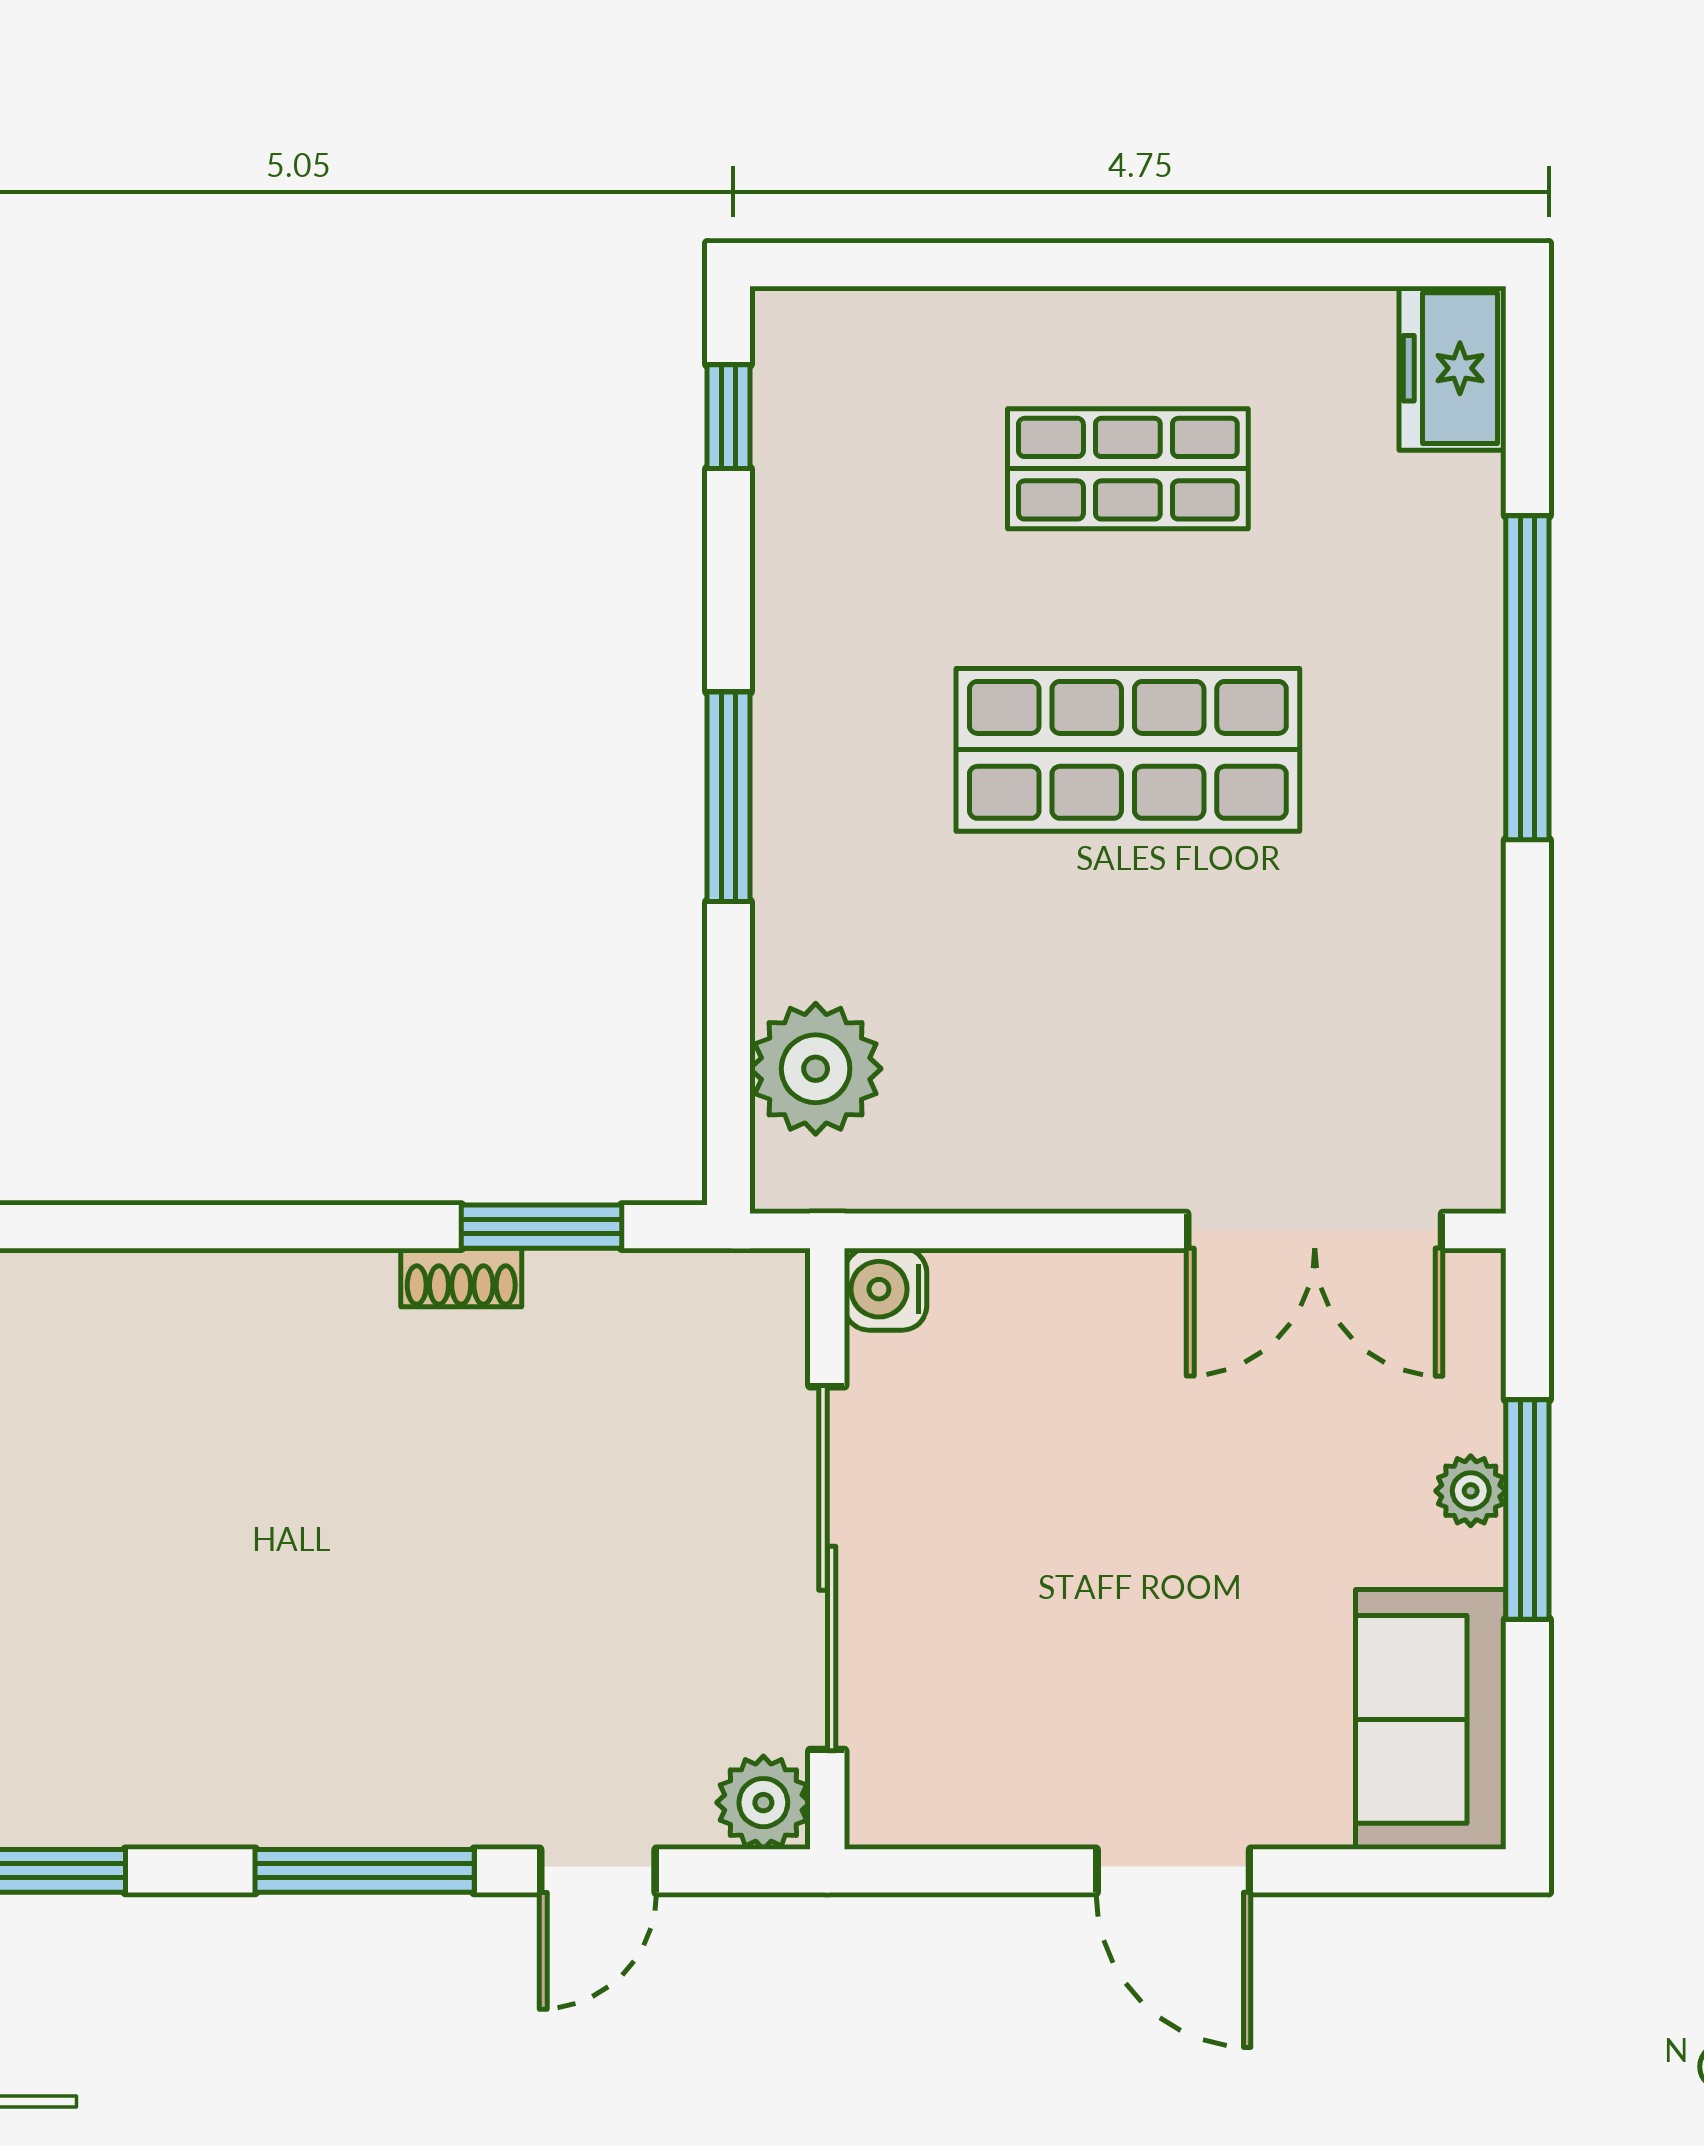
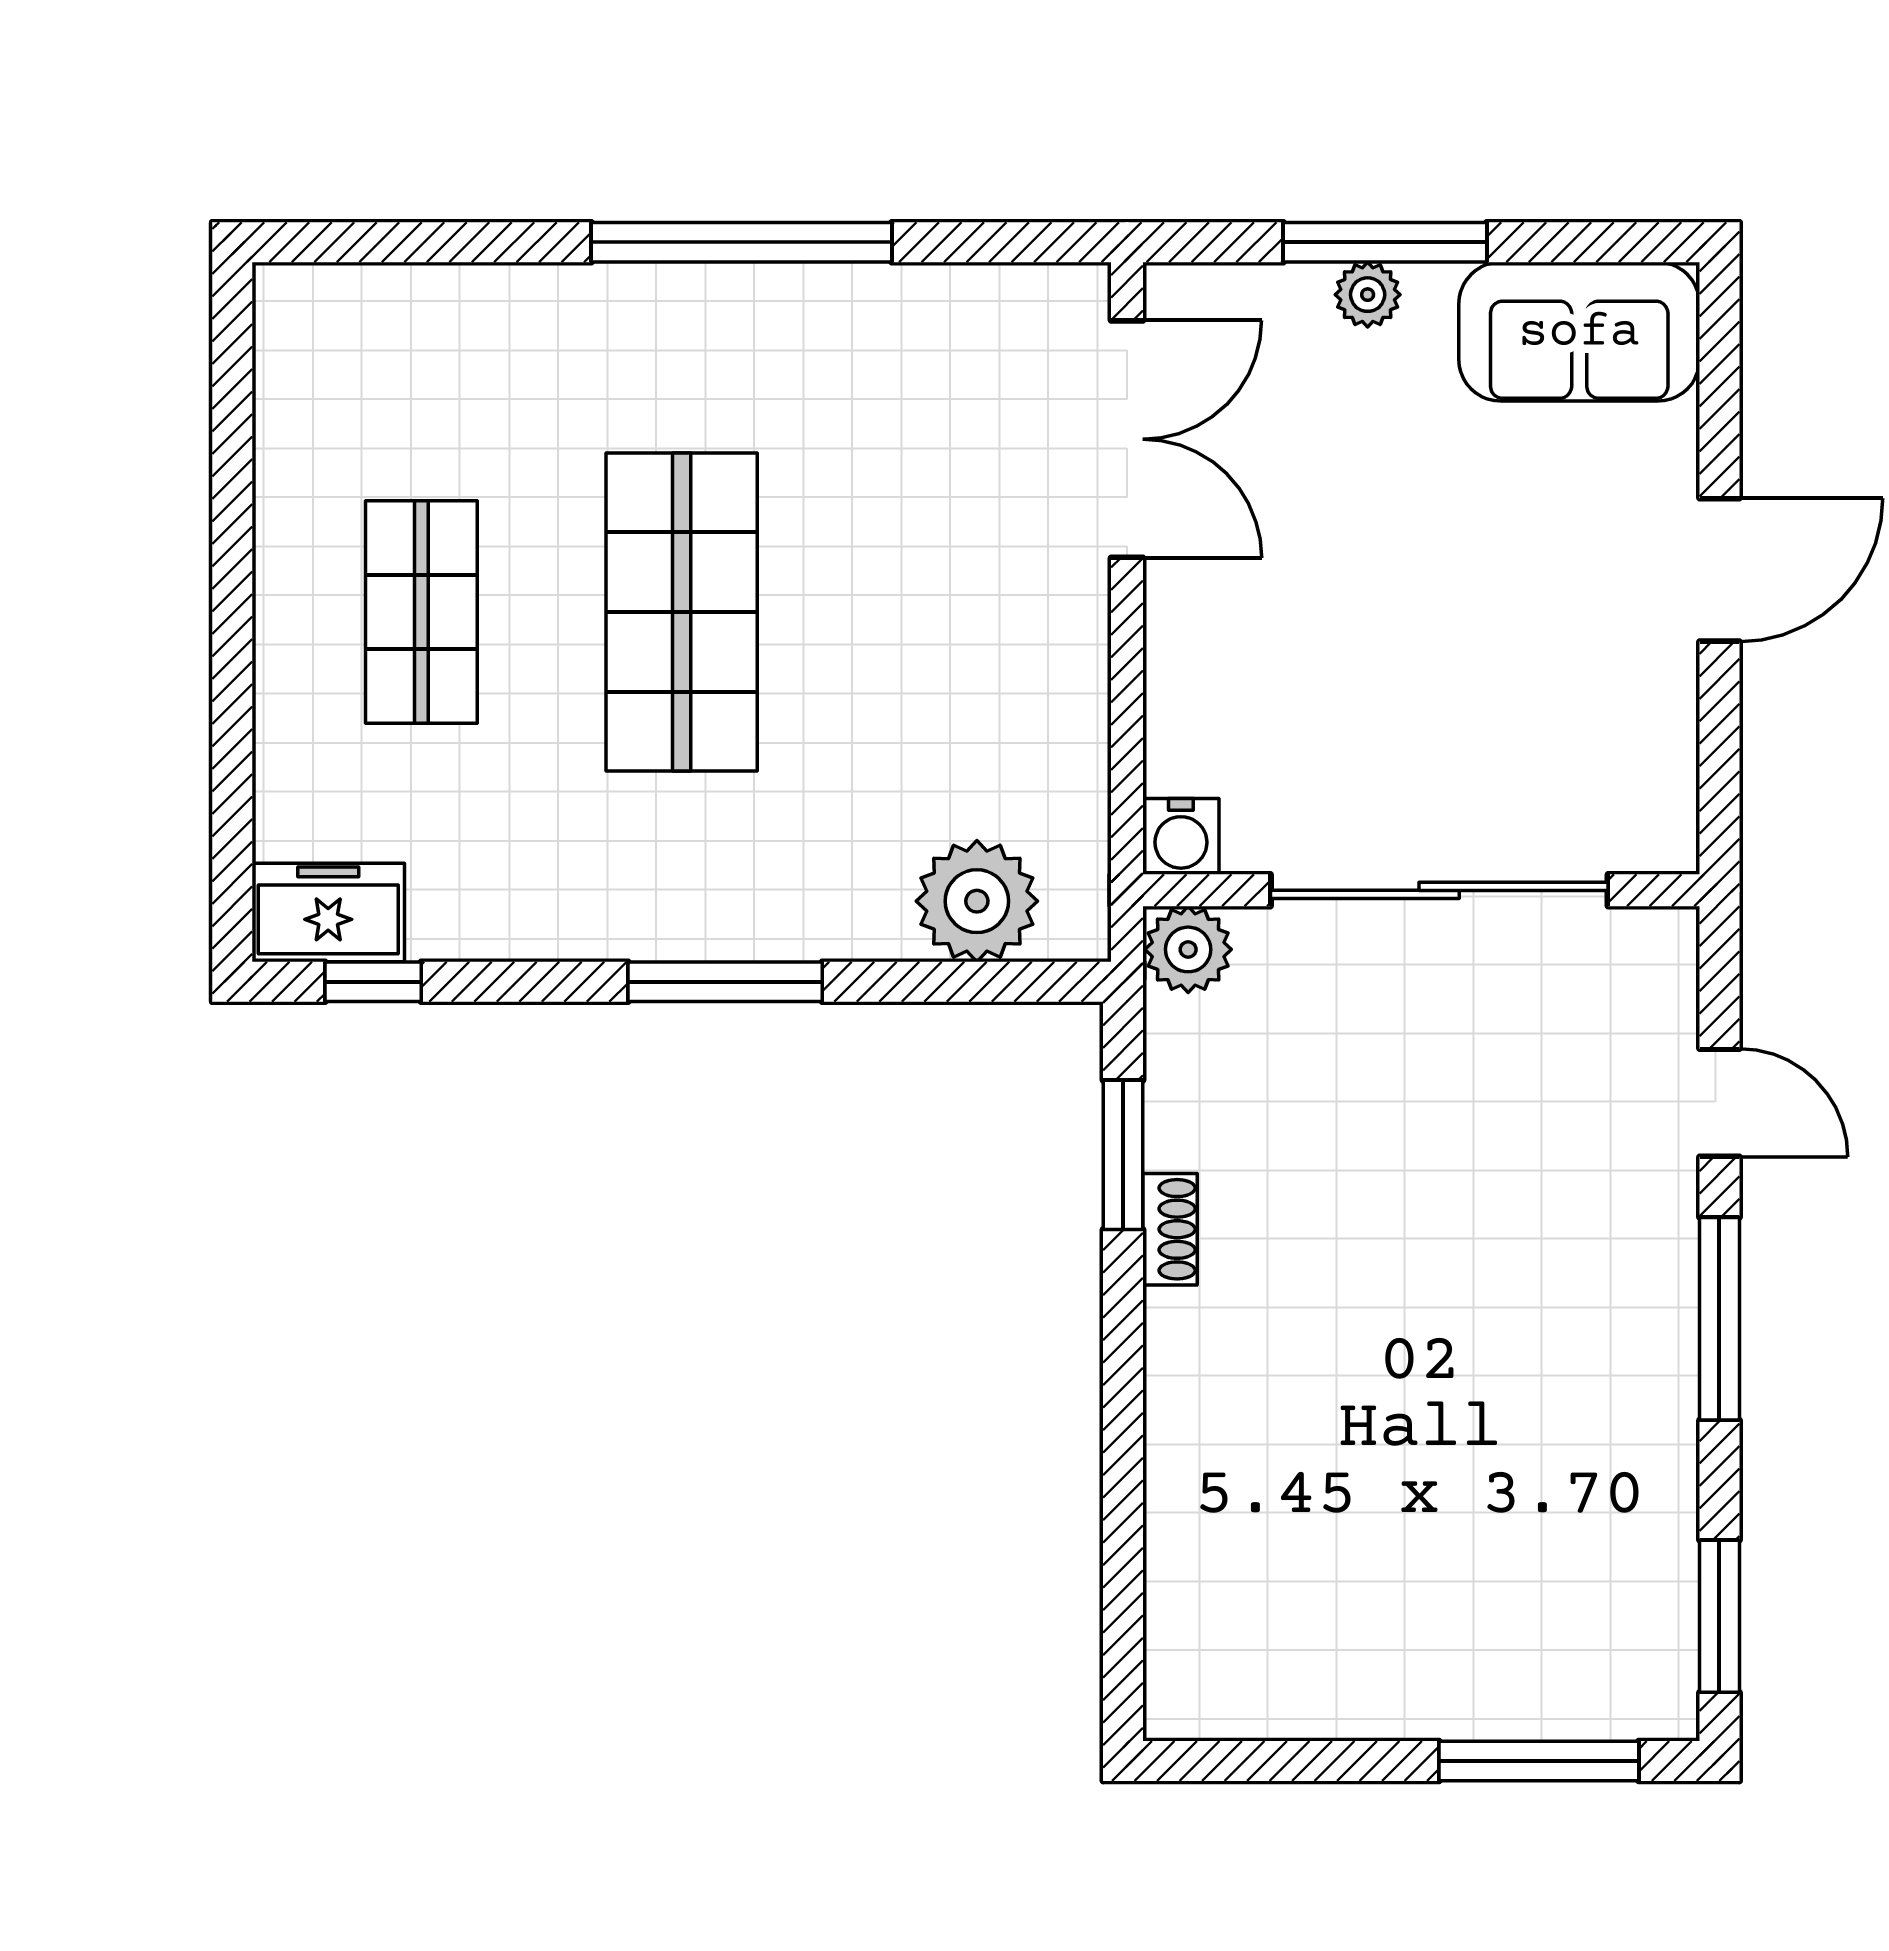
freezer: (1452, 368) -> (328, 912), moved, turned 180
window: (1527, 678) -> (741, 242), moved
plant: (763, 1803) -> (1188, 949), moved

